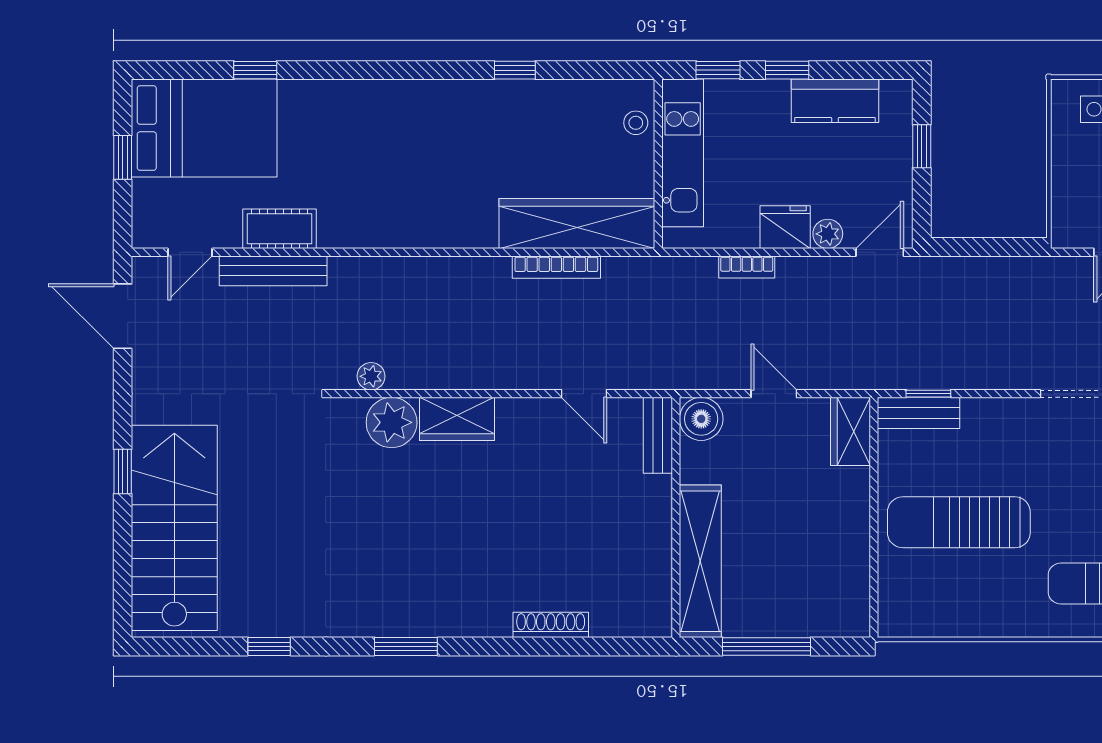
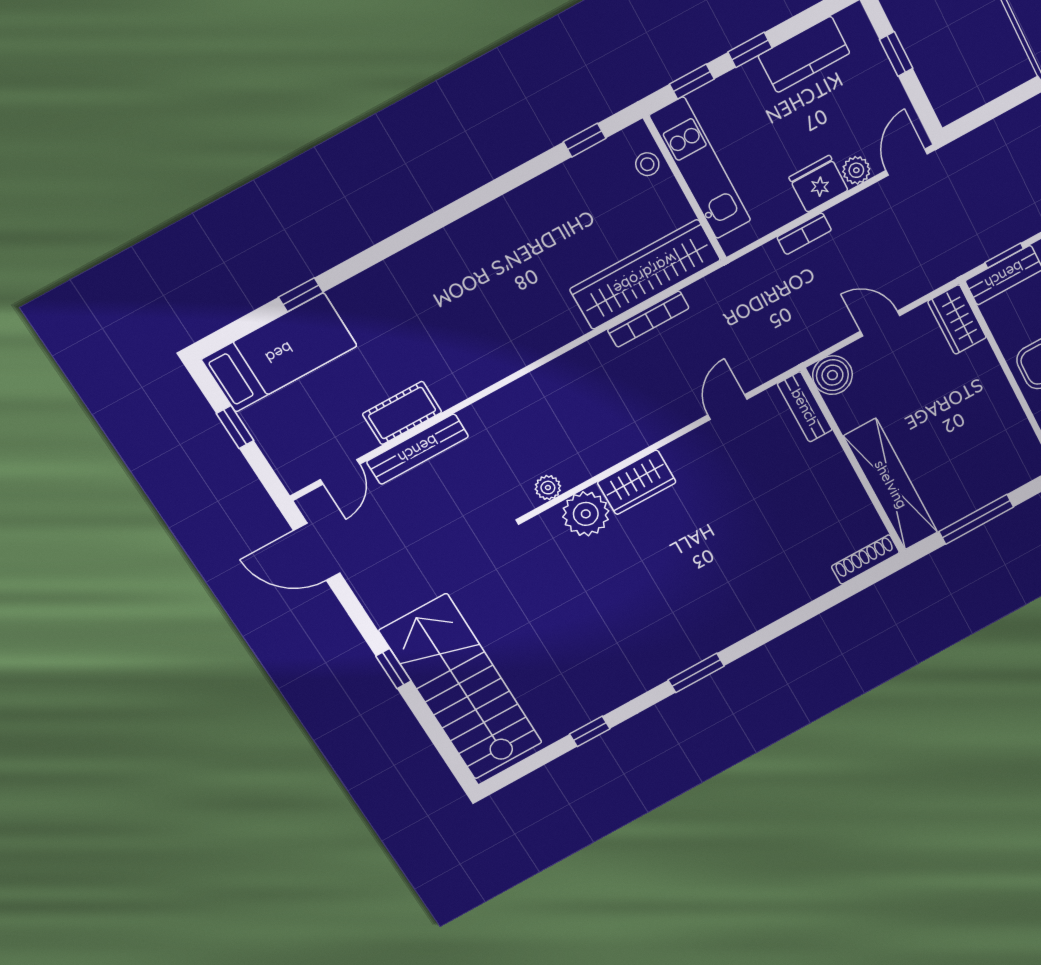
window: (515, 70) -> (585, 140), moved
bed: (204, 128) -> (279, 353), width x0.67
door: (584, 394) -> (728, 407), swing flipped
shoe rack: (551, 625) -> (865, 559), moved

